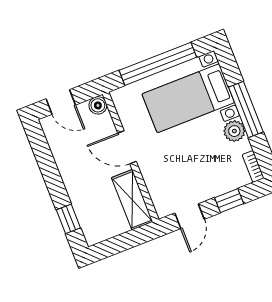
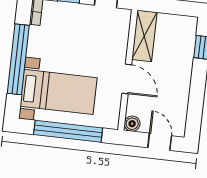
window: (246, 109) -> (18, 59), width x1.46
plant: (234, 131) -> (36, 47), removed

